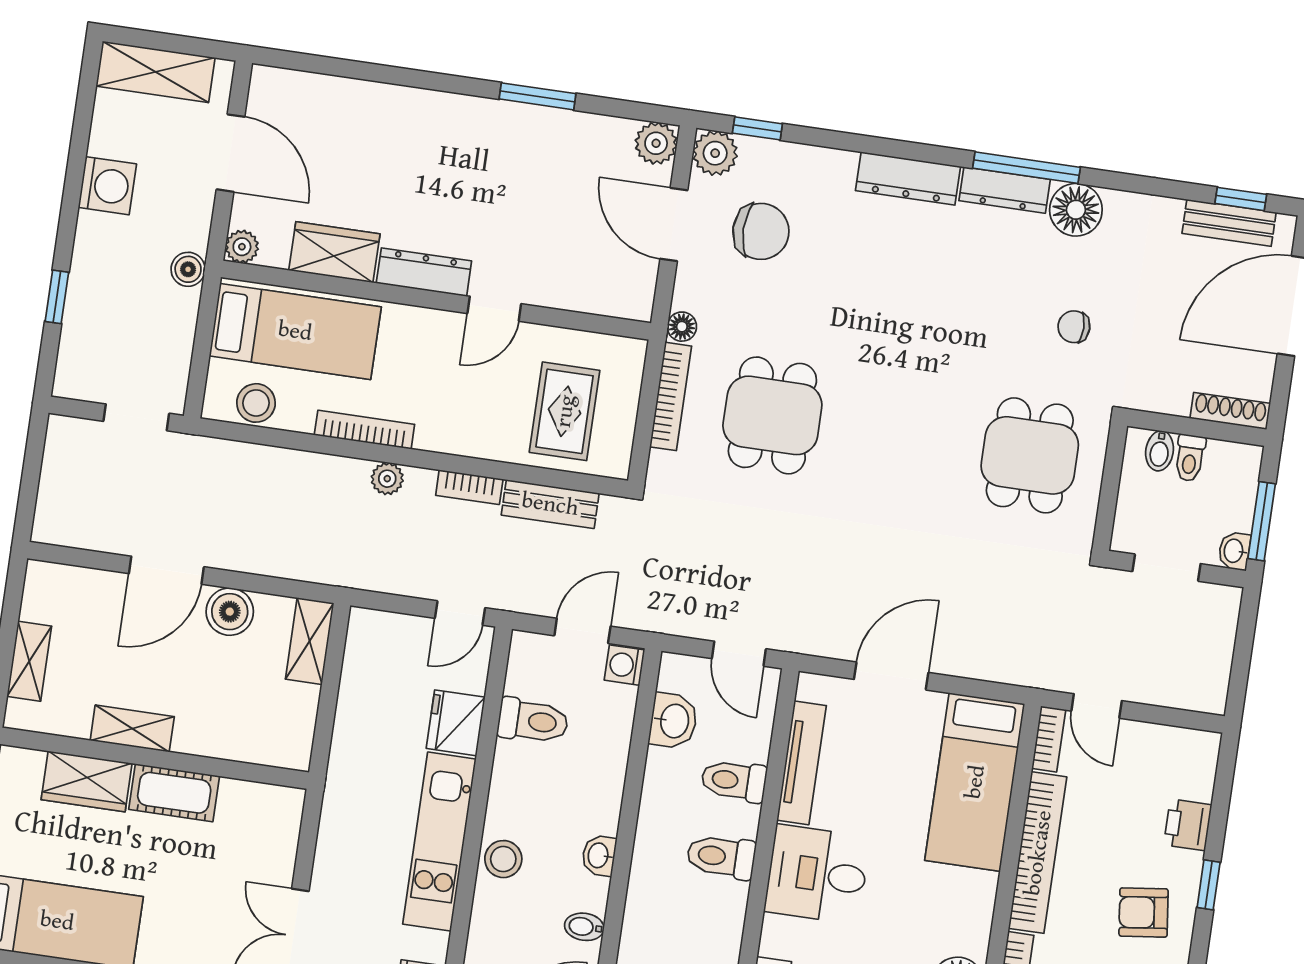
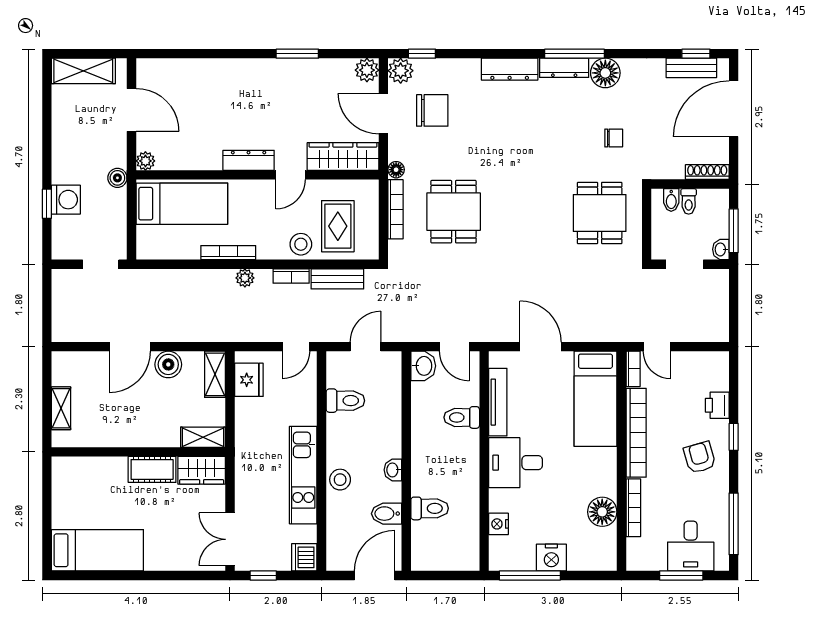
washing machine: (107, 186) -> (66, 200), moved
wardrobe: (334, 252) -> (343, 156), moved, width x1.50
chair: (1074, 327) -> (614, 138), turned 180
stool: (256, 403) -> (301, 244), moved
washing machine: (624, 665) -> (392, 362), removed
door: (891, 676) -> (541, 347), hinge flipped
washbasin: (673, 721) -> (423, 366), moved
fridge: (456, 723) -> (249, 380), moved, turned 180
shelving: (132, 729) -> (203, 437), moved
wardrobe: (87, 781) -> (202, 470), moved
toilet: (721, 857) -> (430, 508), moved, turned 180
armchair: (1144, 912) -> (700, 457), turned 81
bidet: (584, 927) -> (387, 514), width x1.38, depth x1.36

